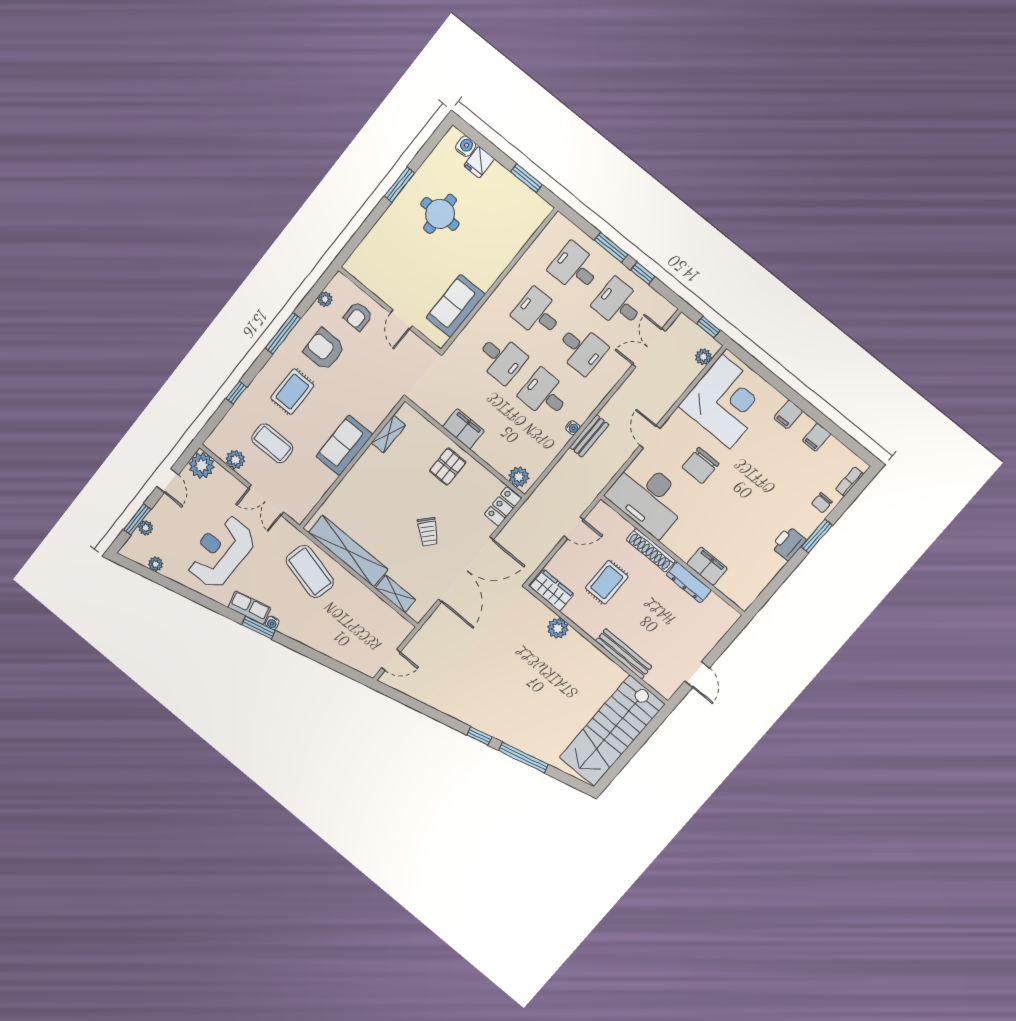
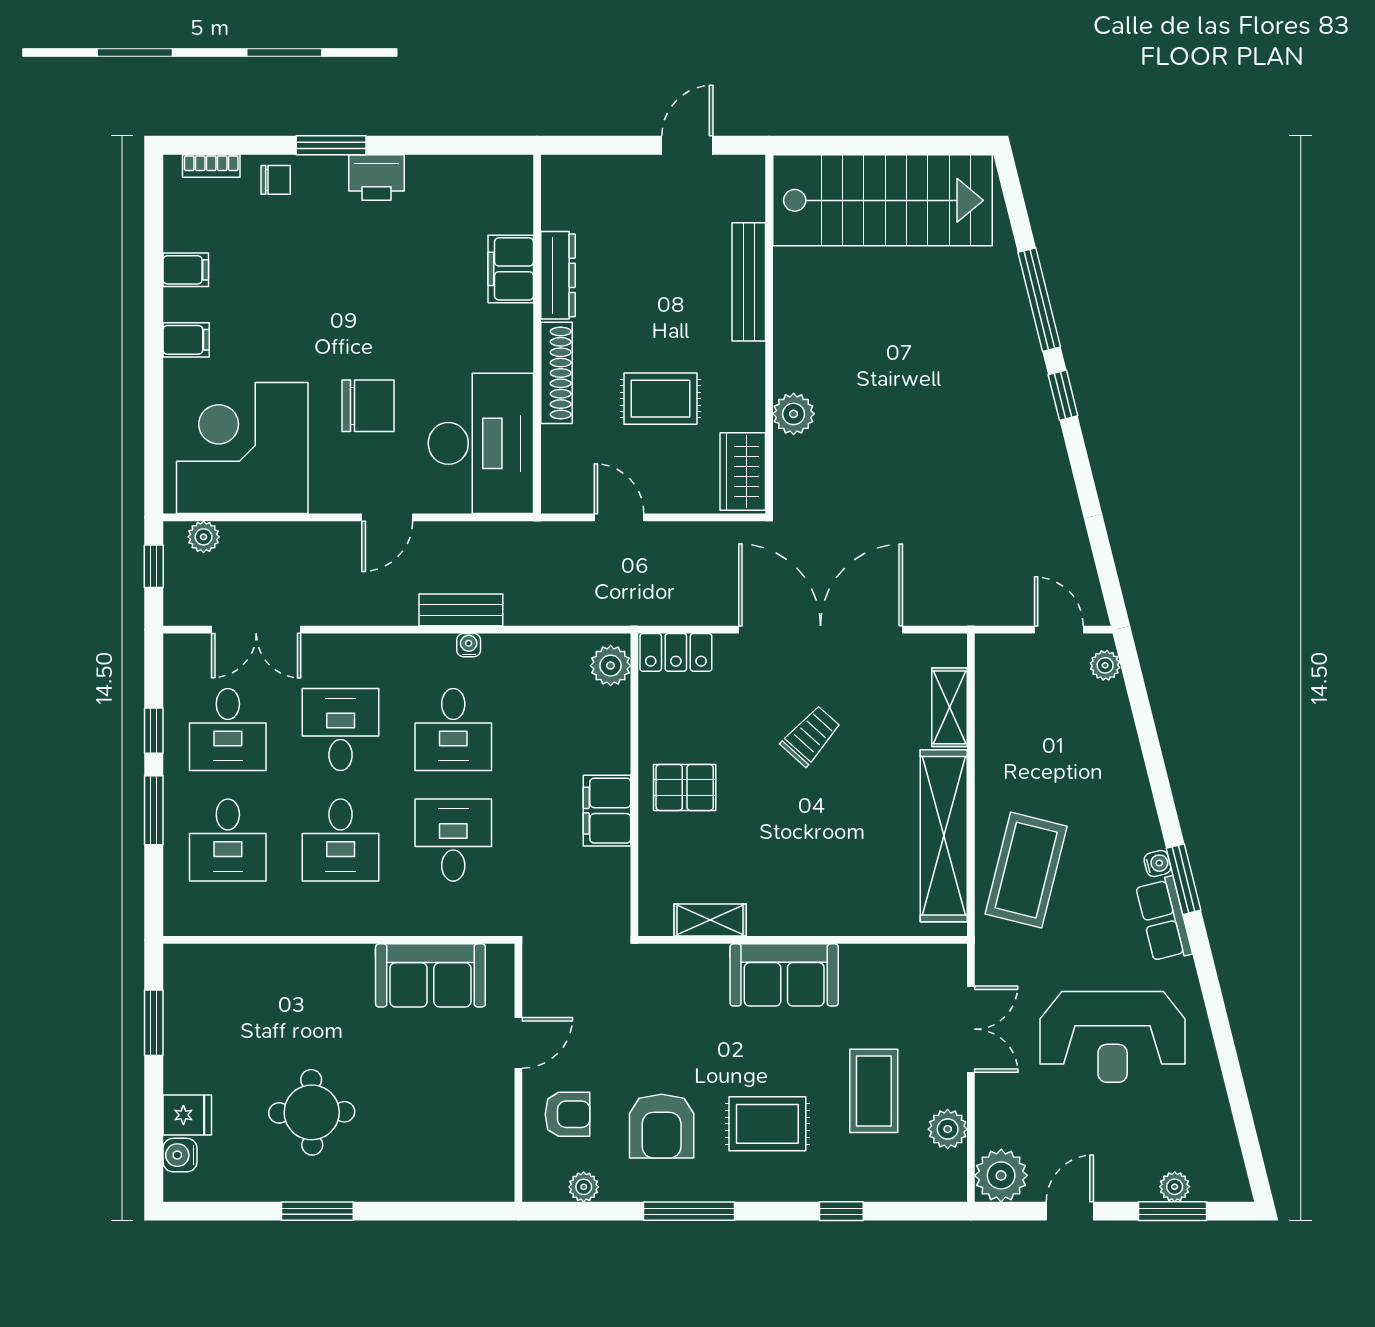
plant: (156, 564) -> (1105, 665), moved

